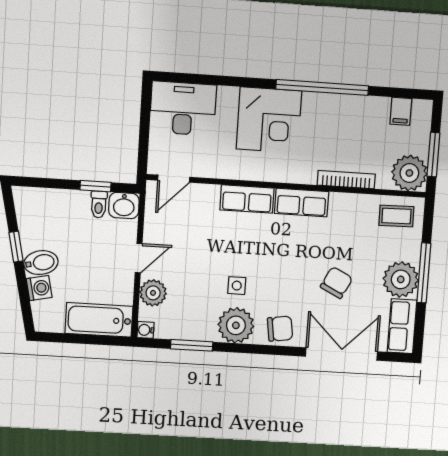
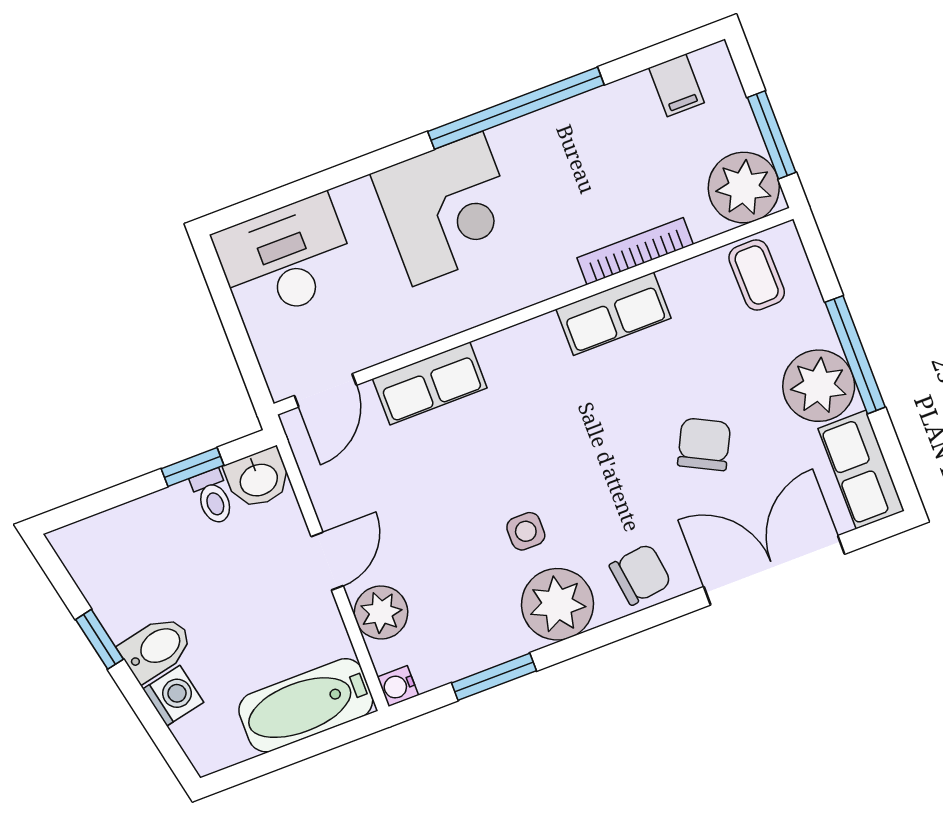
row of seats: (247, 199) -> (430, 383), moved
row of seats: (302, 202) -> (614, 314), moved
coffee table: (396, 216) -> (757, 275), turned 90

